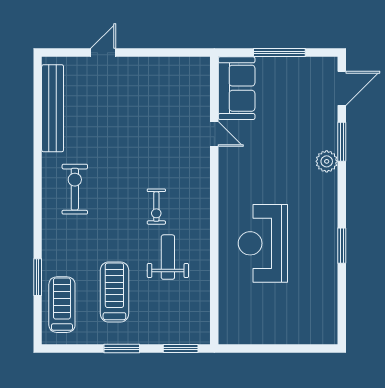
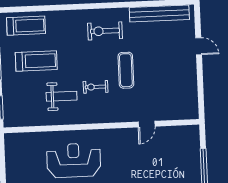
sofa: (237, 88) -> (178, 138), removed
exercise mat: (134, 161) -> (126, 70), added
exercise bike: (75, 189) -> (105, 31), turned 180
window: (38, 277) -> (44, 8), removed

